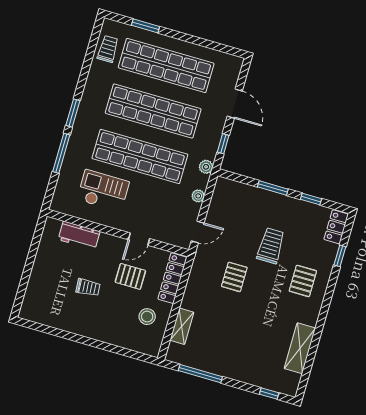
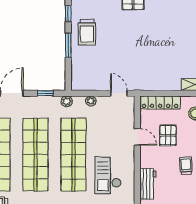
trolley: (271, 246) -> (87, 32), moved, turned -90
pallet: (234, 277) -> (145, 55), removed

